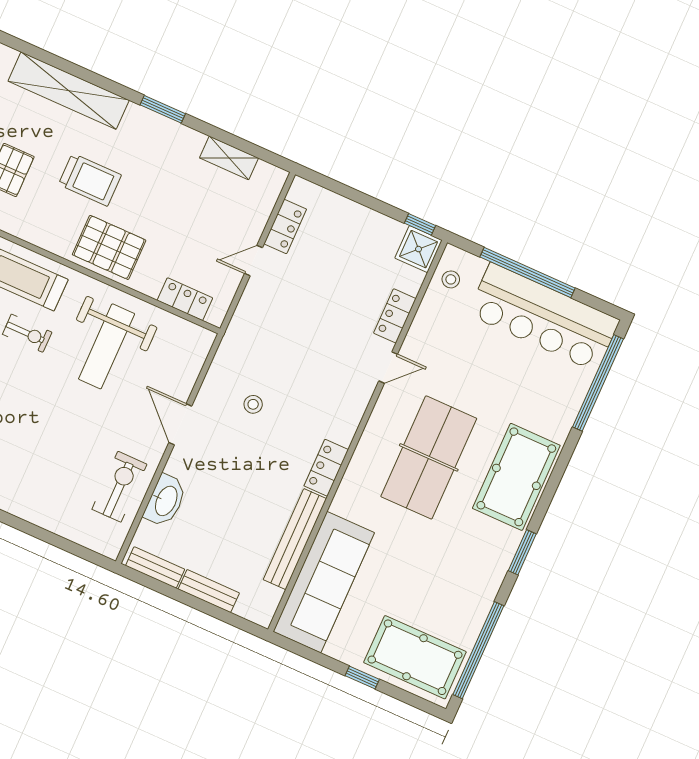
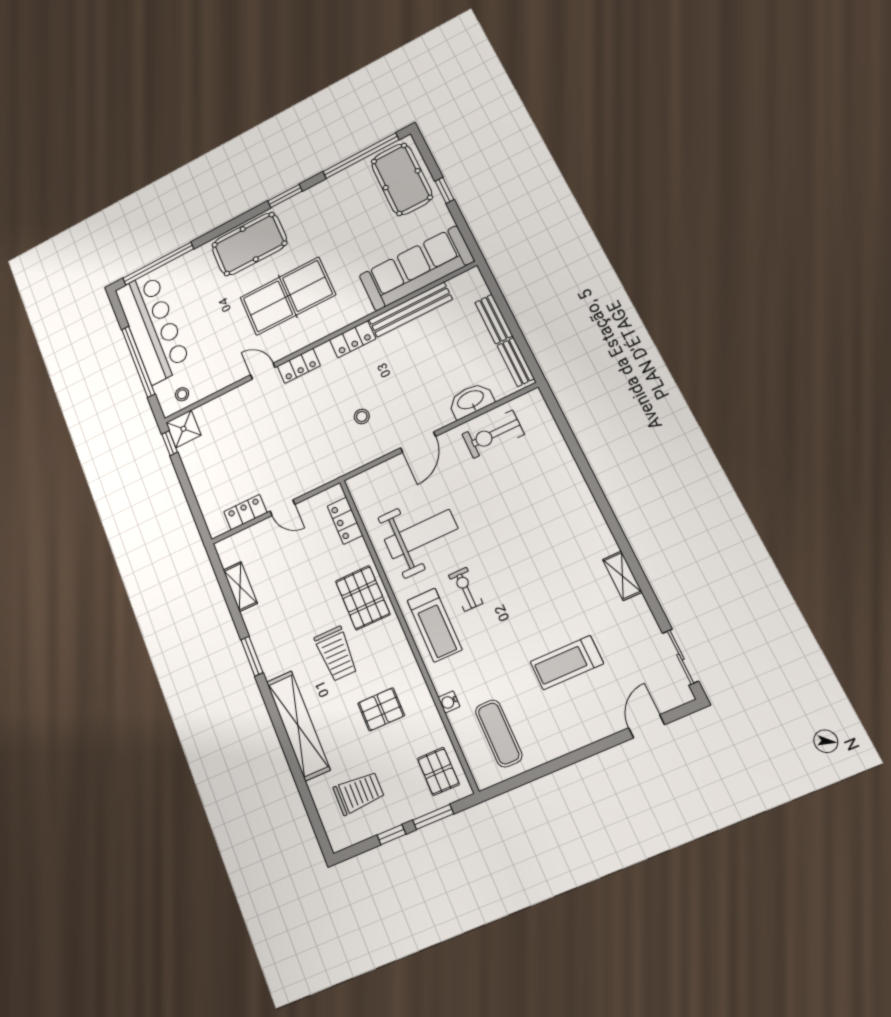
trolley: (90, 180) -> (336, 654), turned 180
locker: (395, 316) -> (299, 366), moved

